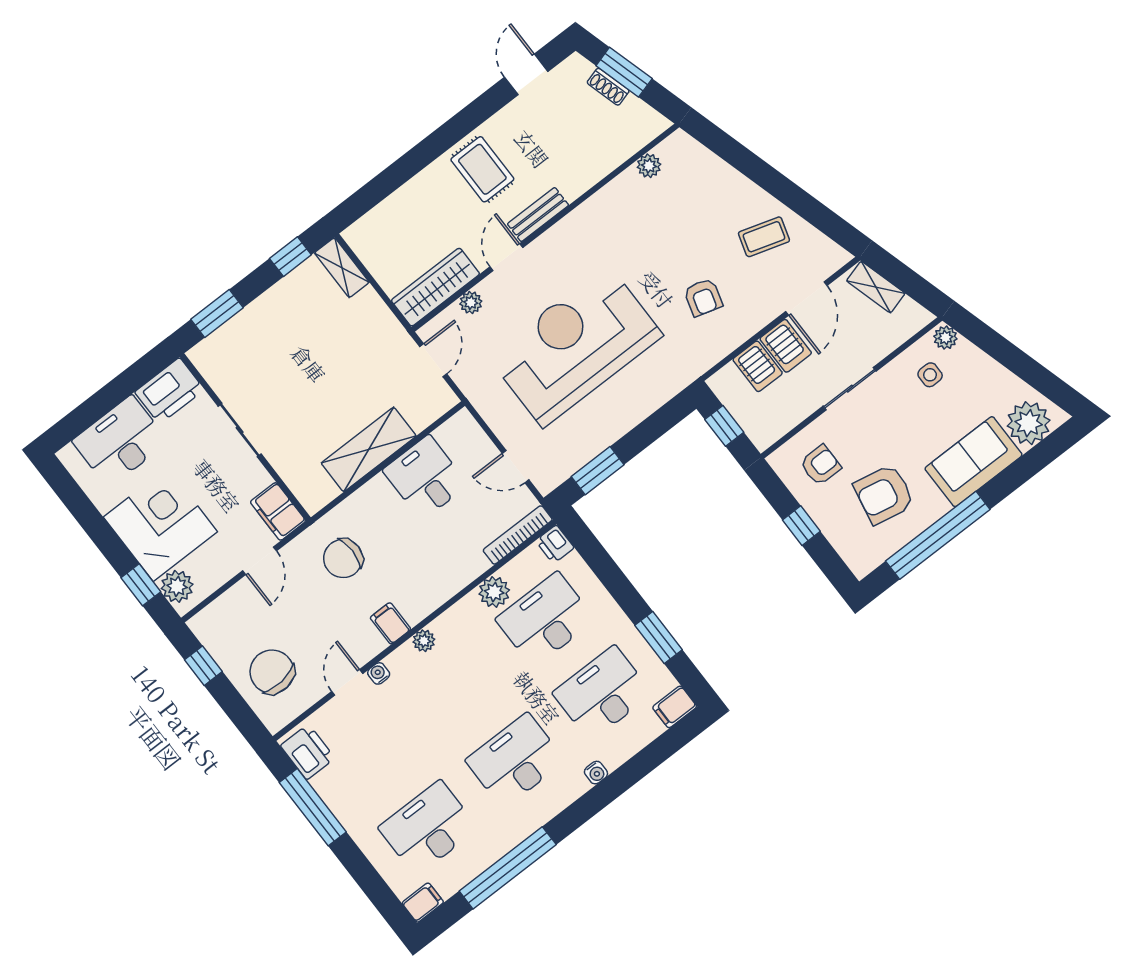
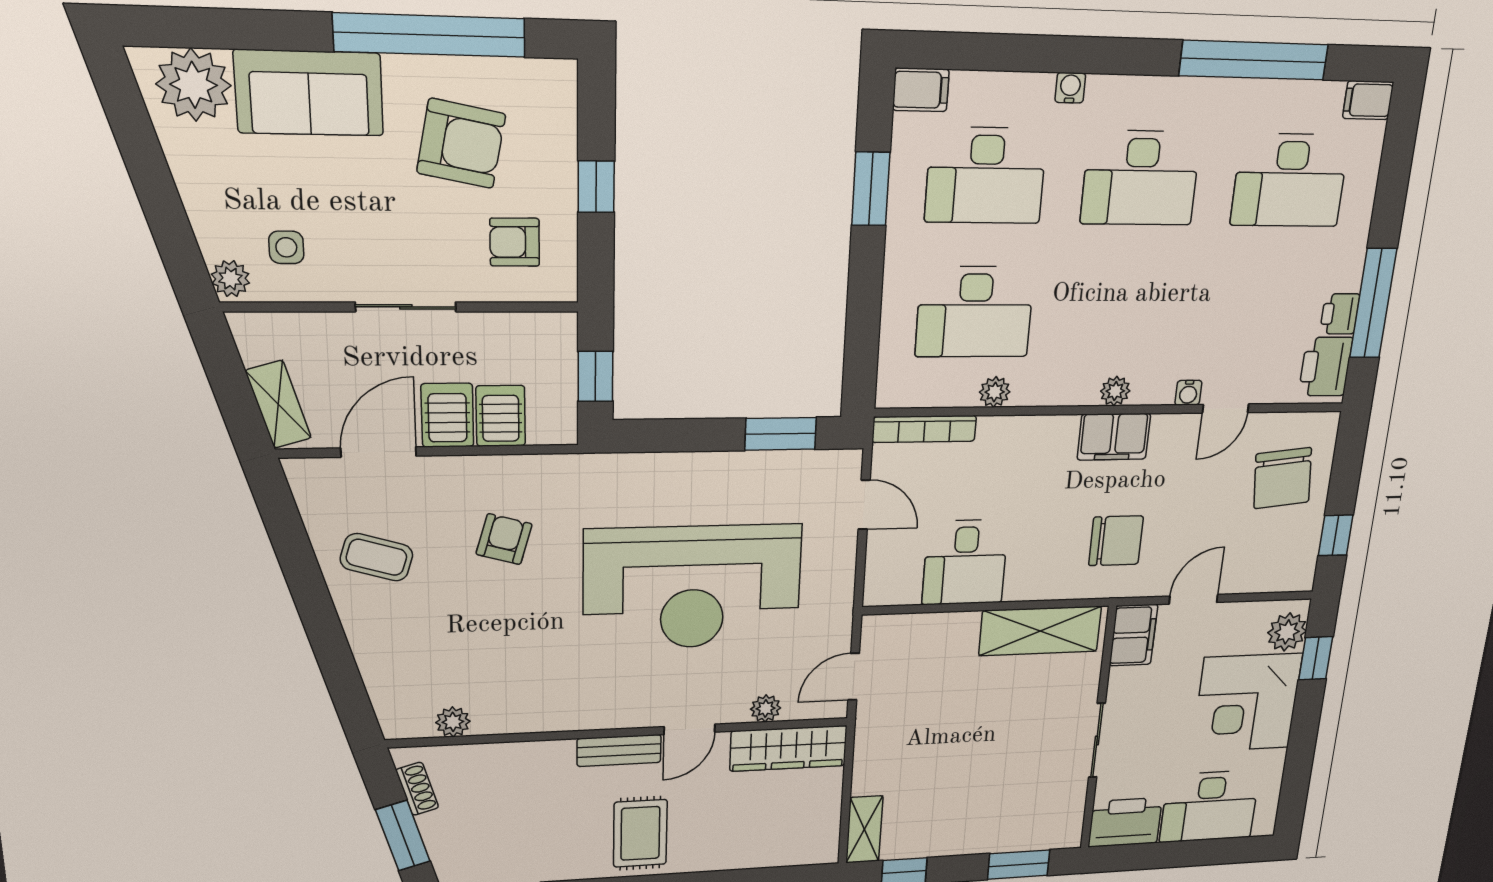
shoe rack: (608, 87) -> (417, 789), moved
shelving: (369, 449) -> (1040, 631), moved
printer: (555, 544) -> (1340, 314), moved, turned 180
plant: (494, 592) -> (995, 392), width x0.73, depth x0.73
filing cabinet: (390, 623) -> (1114, 437), width x2.00

